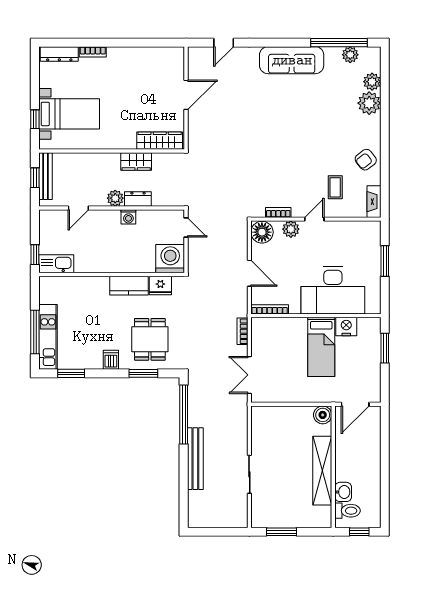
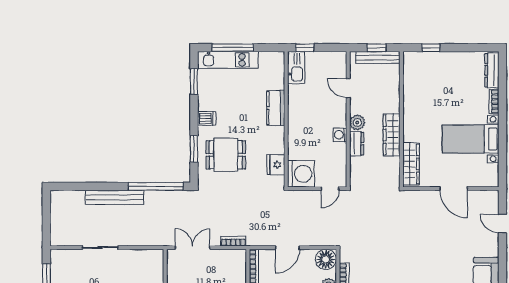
bed with nightstands: (69, 114) -> (471, 139), moved, turned 90
wardrobe: (136, 161) -> (392, 135), width x1.50
kitchen counter: (129, 286) -> (276, 108), moved

